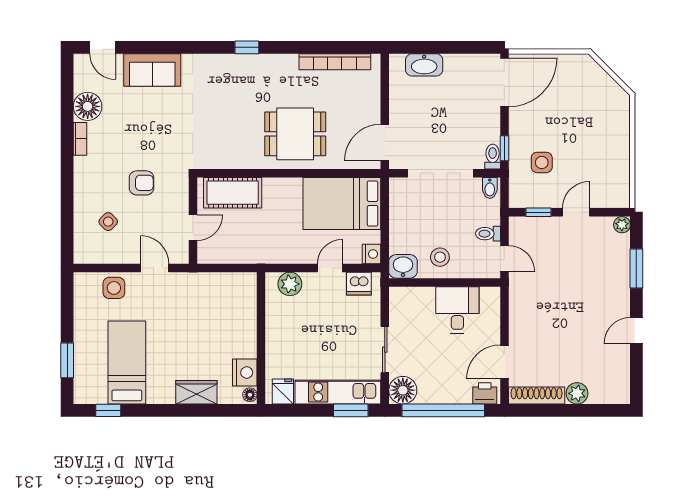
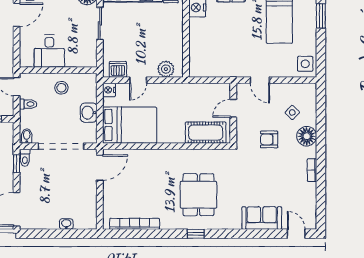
washbasin: (424, 65) -> (66, 224), width x0.52, depth x0.69
floor lamp: (88, 106) -> (307, 136), moved
dining table: (295, 134) -> (198, 195), moved, turned 90
washbasin: (403, 266) -> (89, 113), moved, turned 90
side table: (114, 288) -> (305, 64), moved

